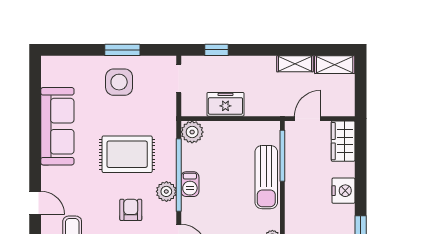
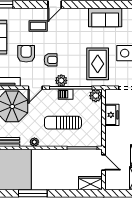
sofa: (57, 126) -> (105, 17), width x0.73
rug: (127, 154) -> (98, 64), moved
sun lounger: (266, 177) -> (63, 123), moved
nightstand: (343, 191) -> (62, 183), removed

